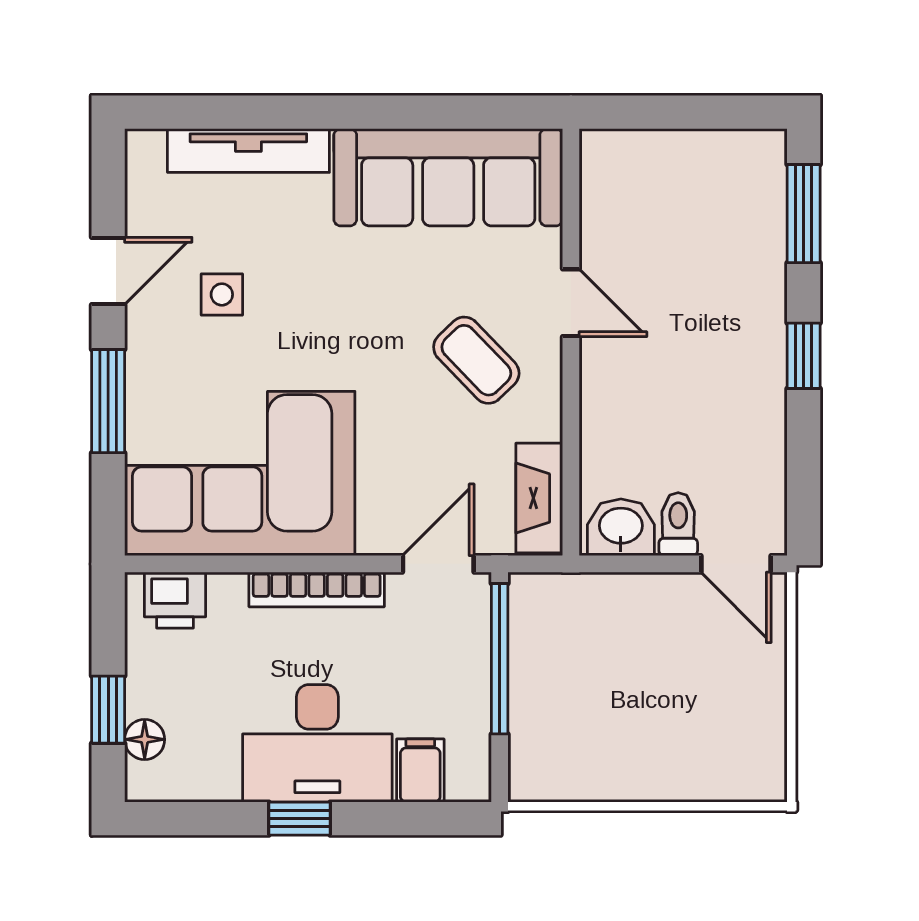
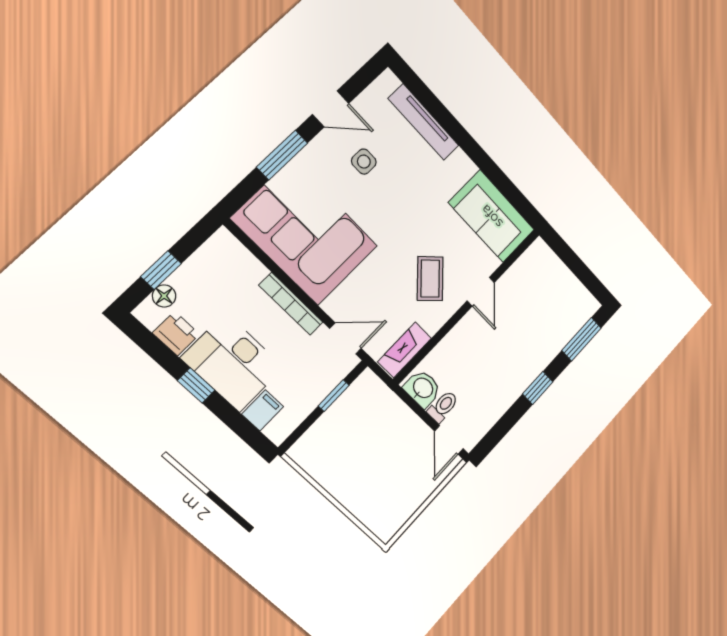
sofa: (448, 177) -> (492, 216), width x0.73
printer: (175, 600) -> (176, 334), moved, turned 180
window: (500, 659) -> (334, 396), width x0.46

